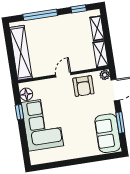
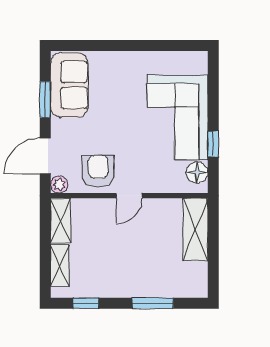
window: (40, 15) -> (153, 303), width x0.69
shelving: (21, 53) -> (195, 229), width x0.68

